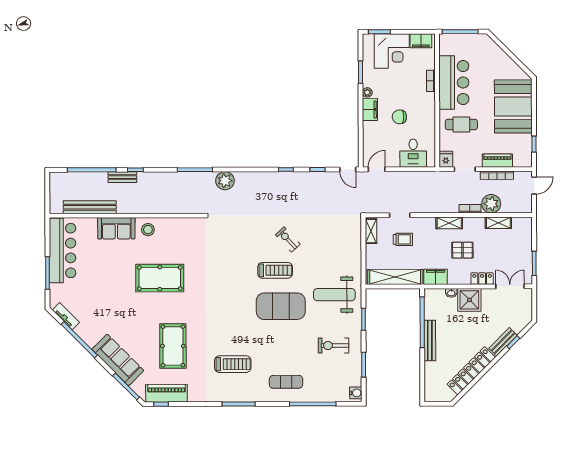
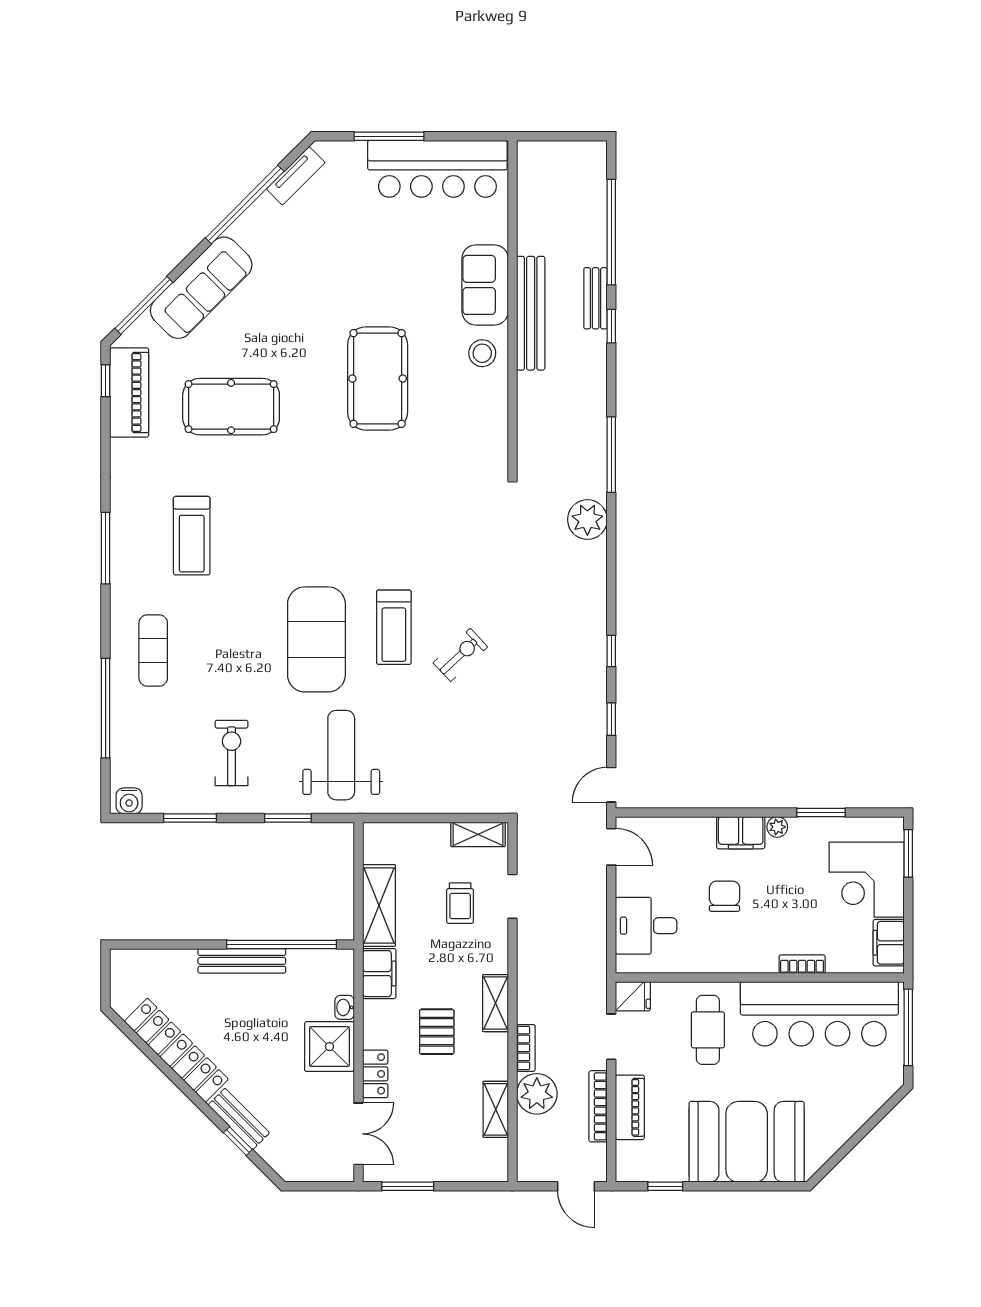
bar counter: (454, 83) -> (819, 1014), width x1.36
bench: (90, 207) -> (531, 313), moved
shelving: (395, 277) -> (379, 905), width x0.68

